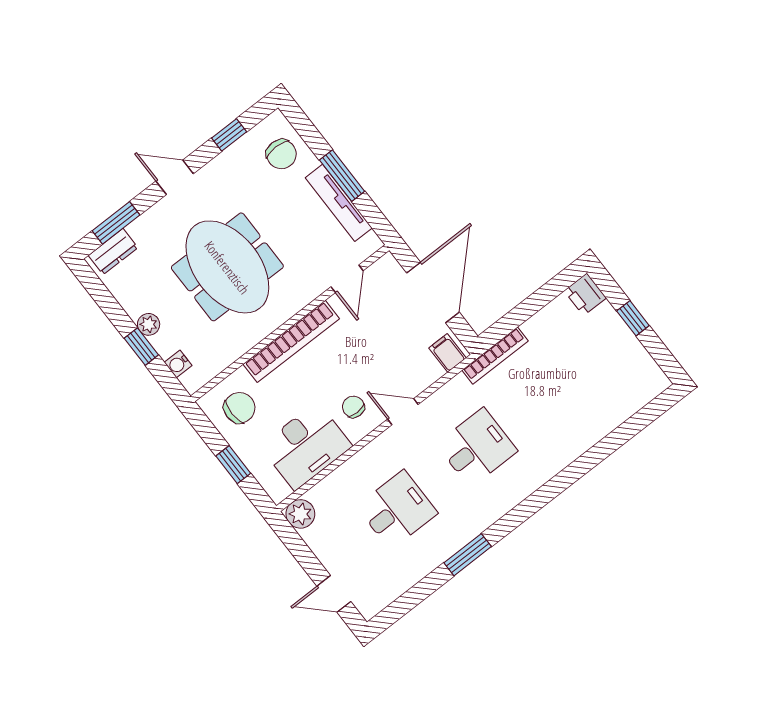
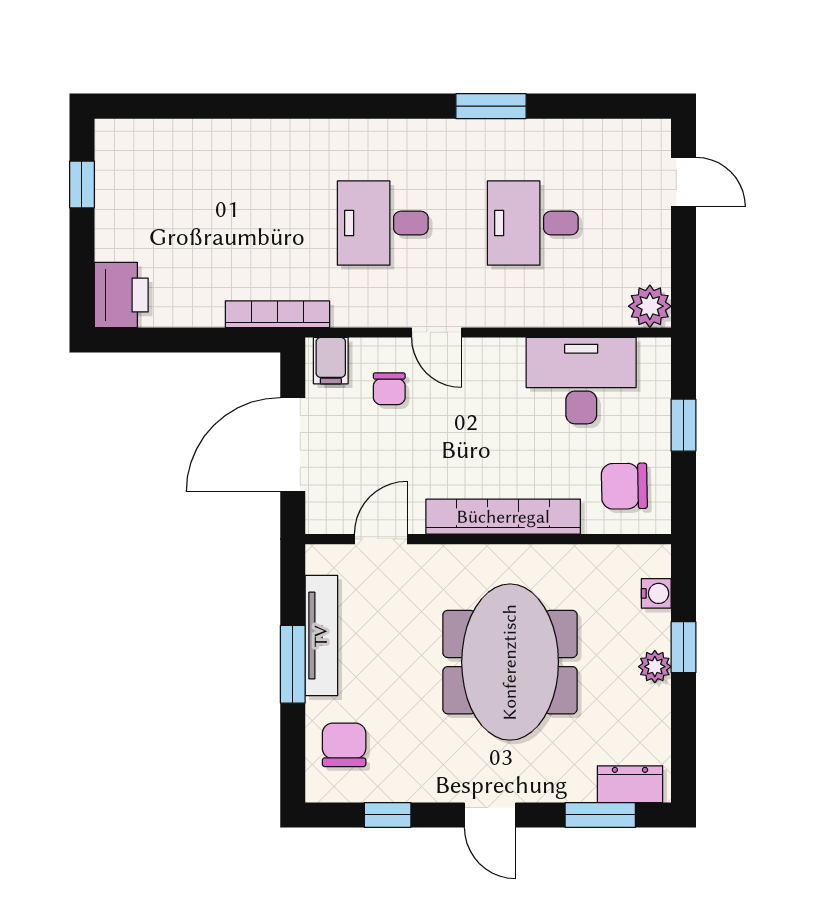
printer: (585, 294) -> (121, 295), width x1.36, depth x1.24
window: (633, 318) -> (82, 184), moved
chair: (353, 407) -> (389, 389), moved

